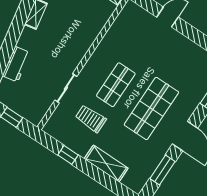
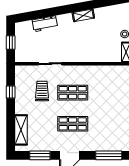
shop shelf: (151, 108) -> (73, 124), width x0.70, depth x0.74
shelving: (106, 163) -> (21, 130), moved

